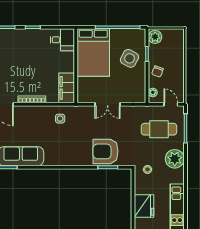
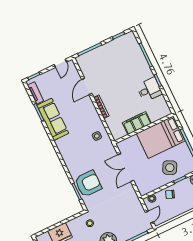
desk: (62, 40) -> (149, 90), moved, turned -90
filing cabinet: (67, 88) -> (137, 123), moved
double door: (108, 104) -> (126, 168), width x1.37
cafe table: (159, 129) -> (126, 217), removed
armchair: (106, 151) -> (88, 184), turned 90

